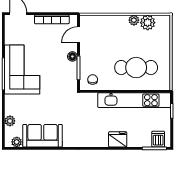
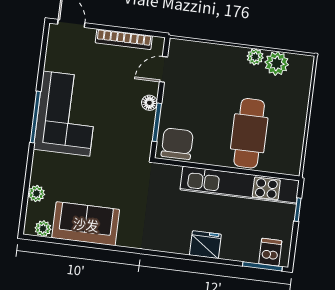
cafe table: (136, 68) -> (249, 133), turned 90
chair: (93, 79) -> (177, 144), width x1.87, depth x1.87

